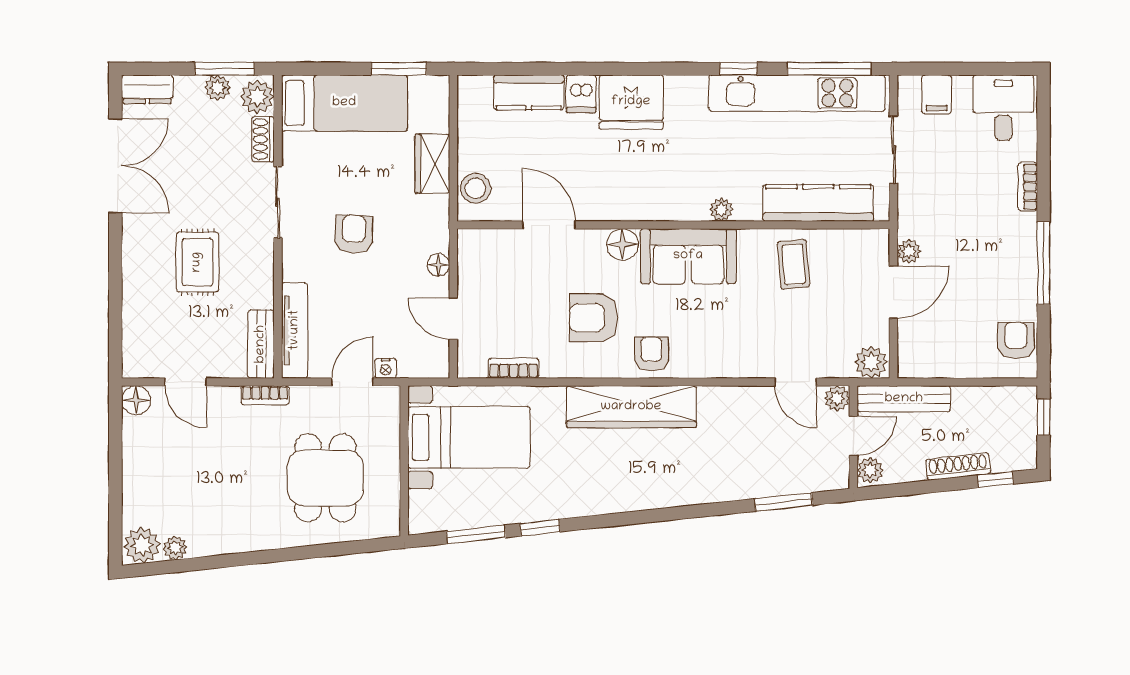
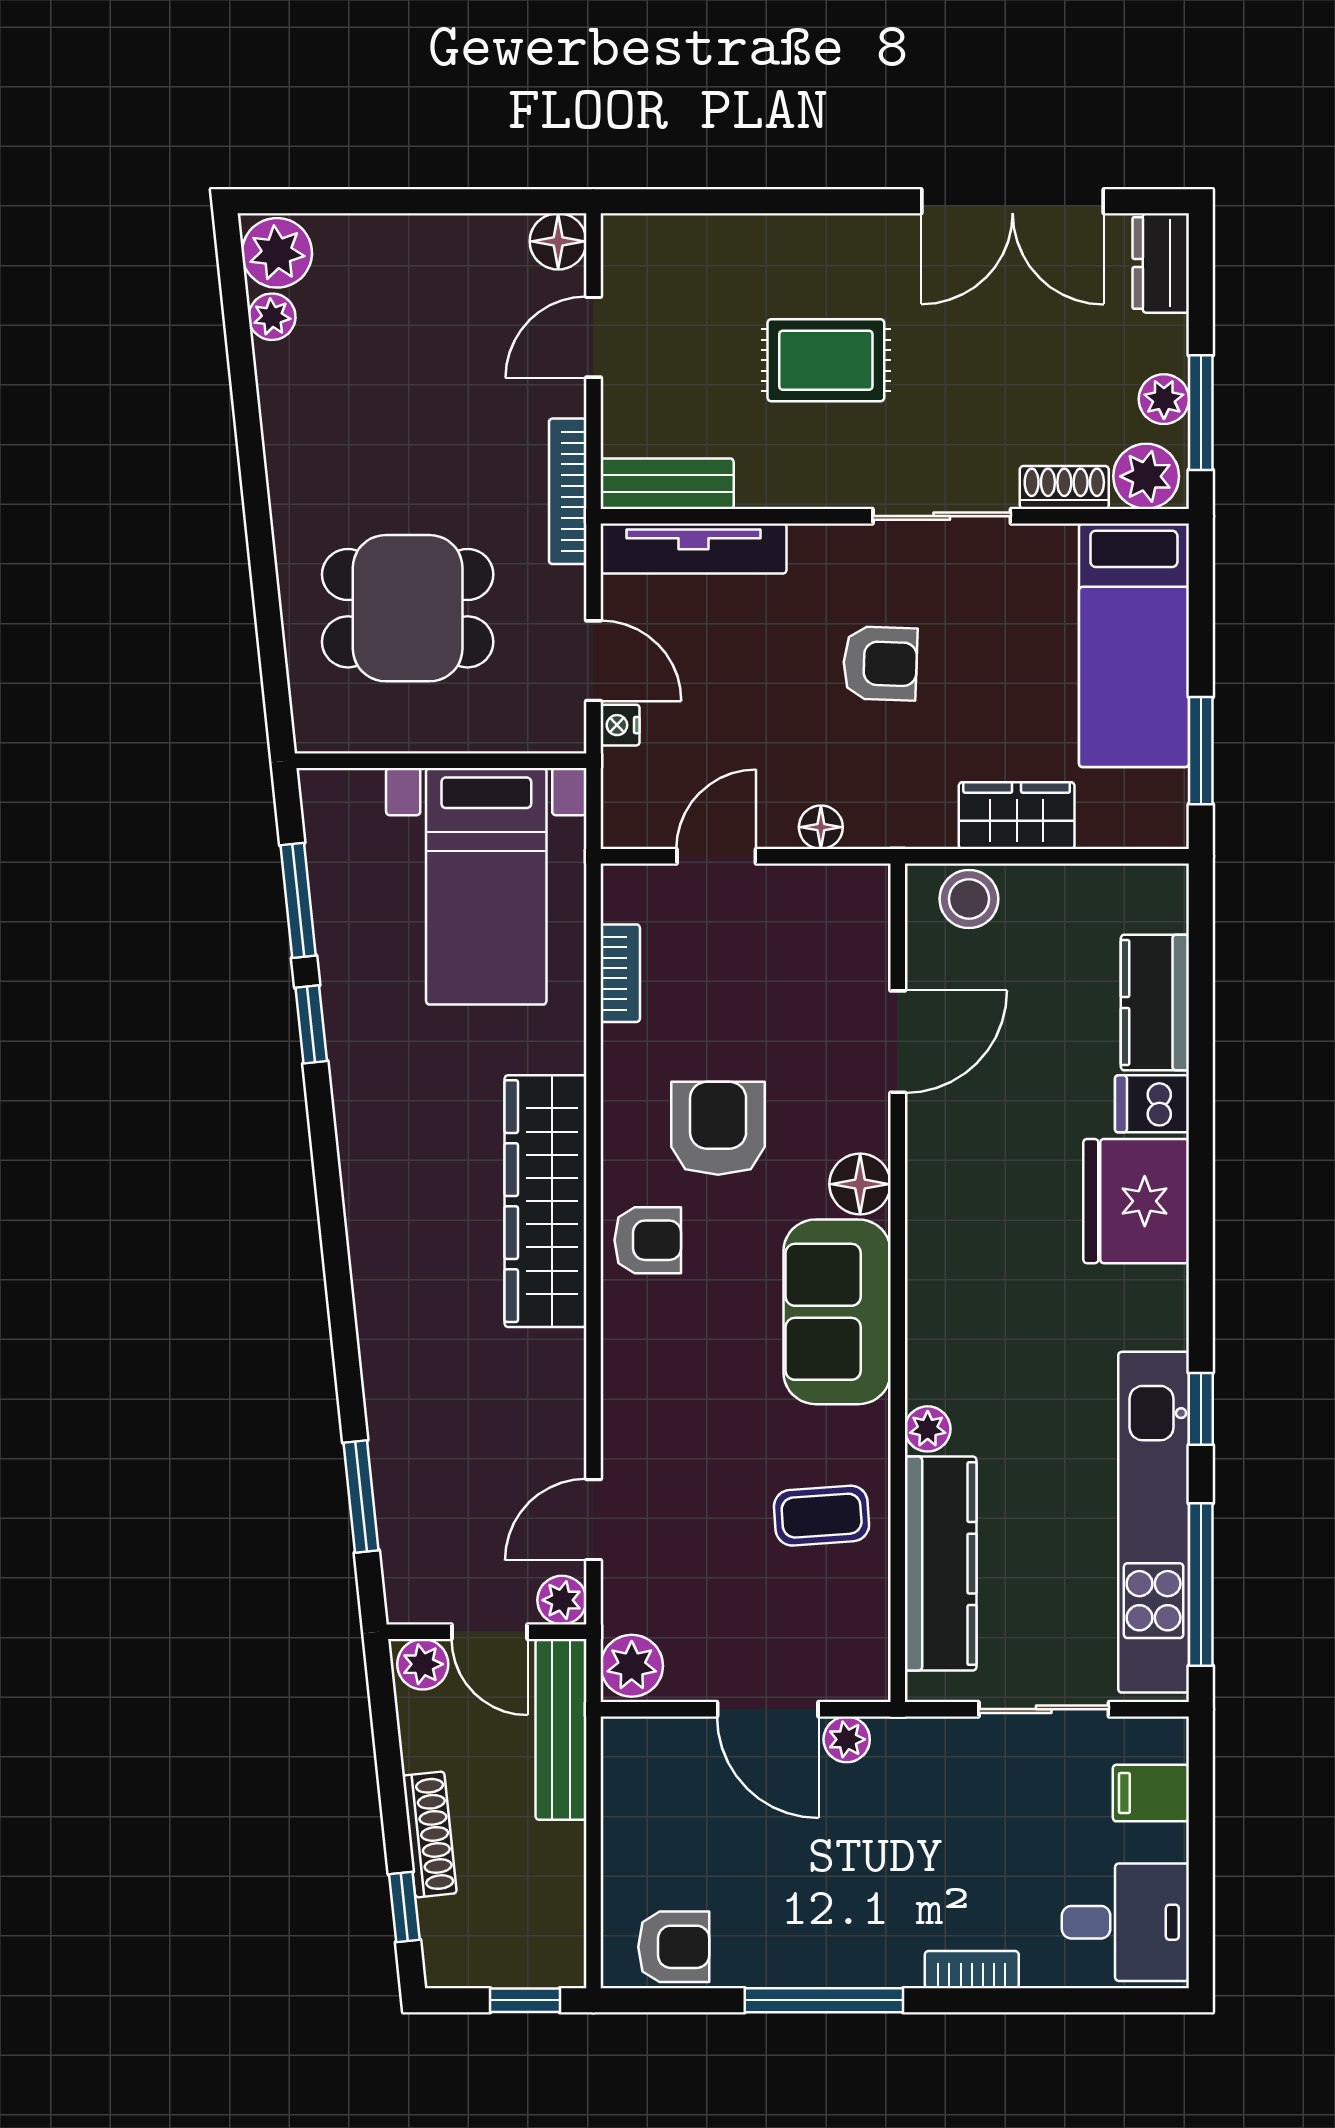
plant: (721, 210) -> (928, 1429), moved
bookcase: (265, 395) -> (568, 491), width x1.56

